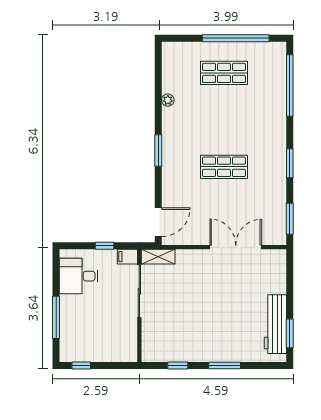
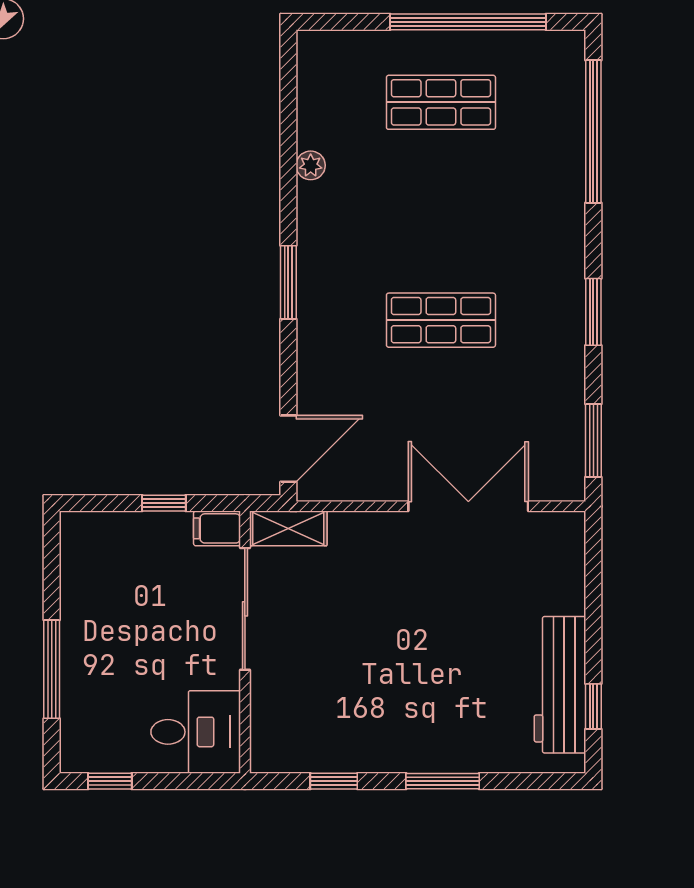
desk: (79, 276) -> (196, 732), moved, turned 180
window: (290, 333) -> (593, 706), width x0.67

